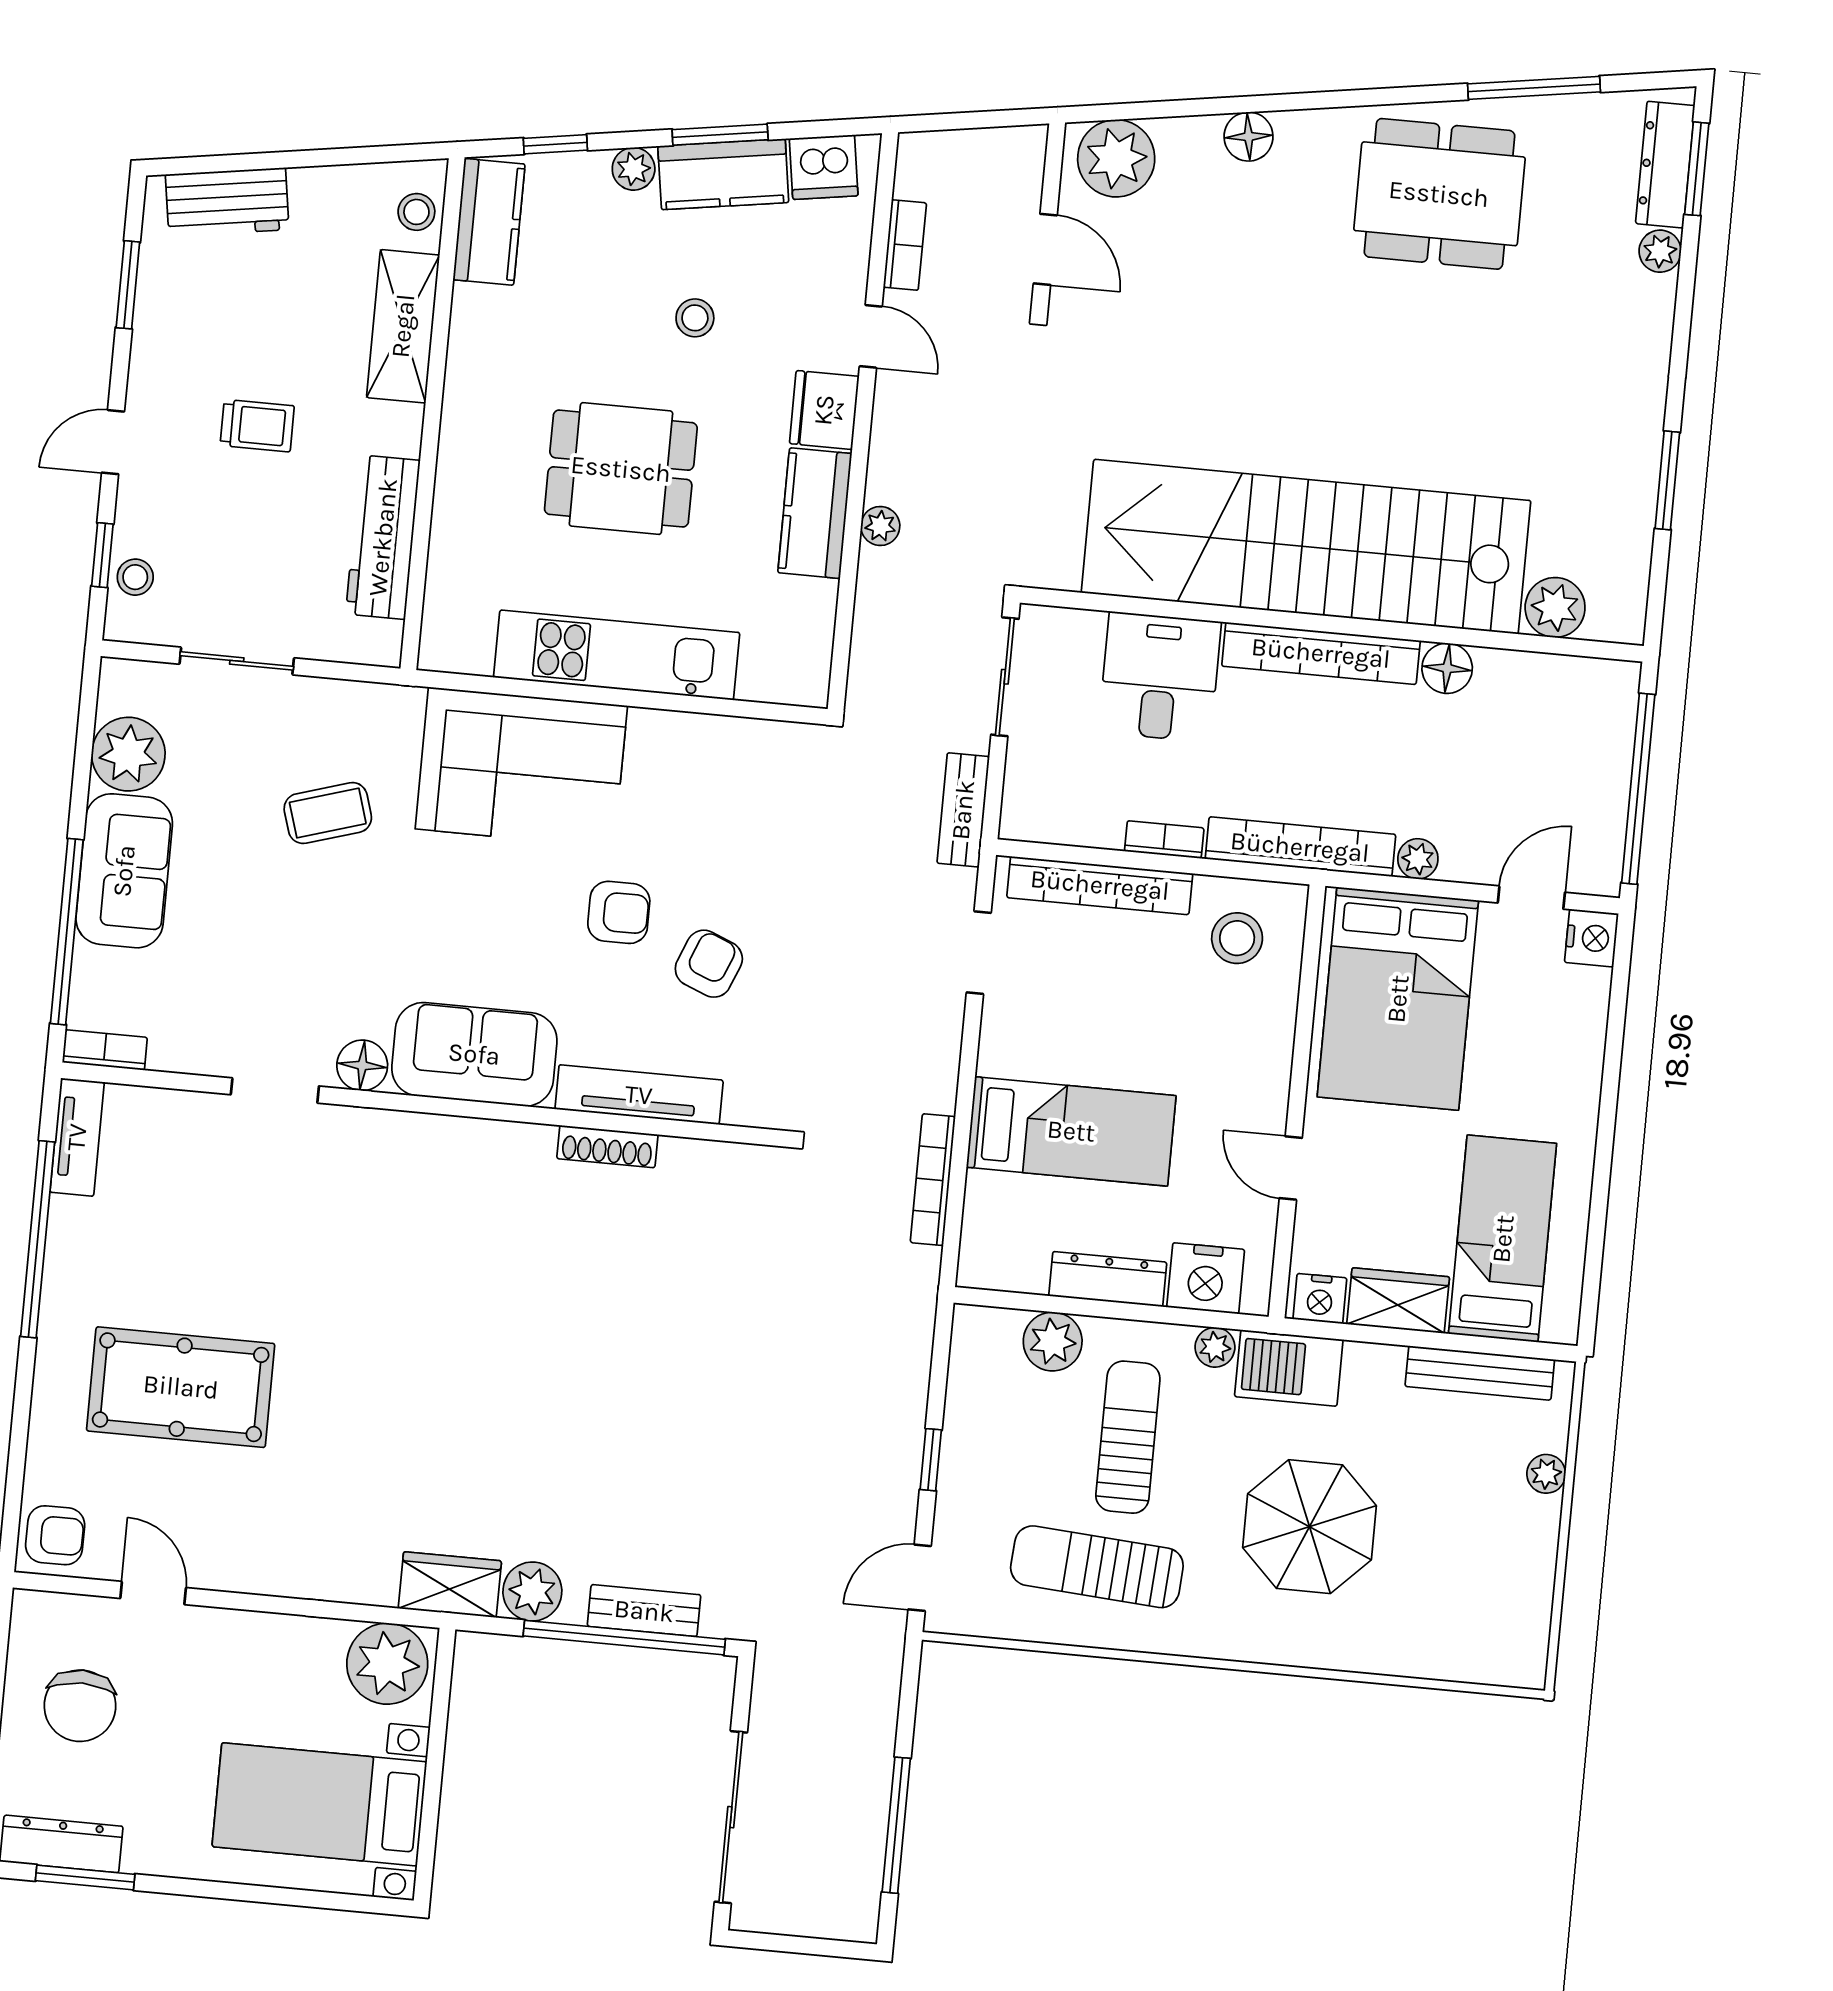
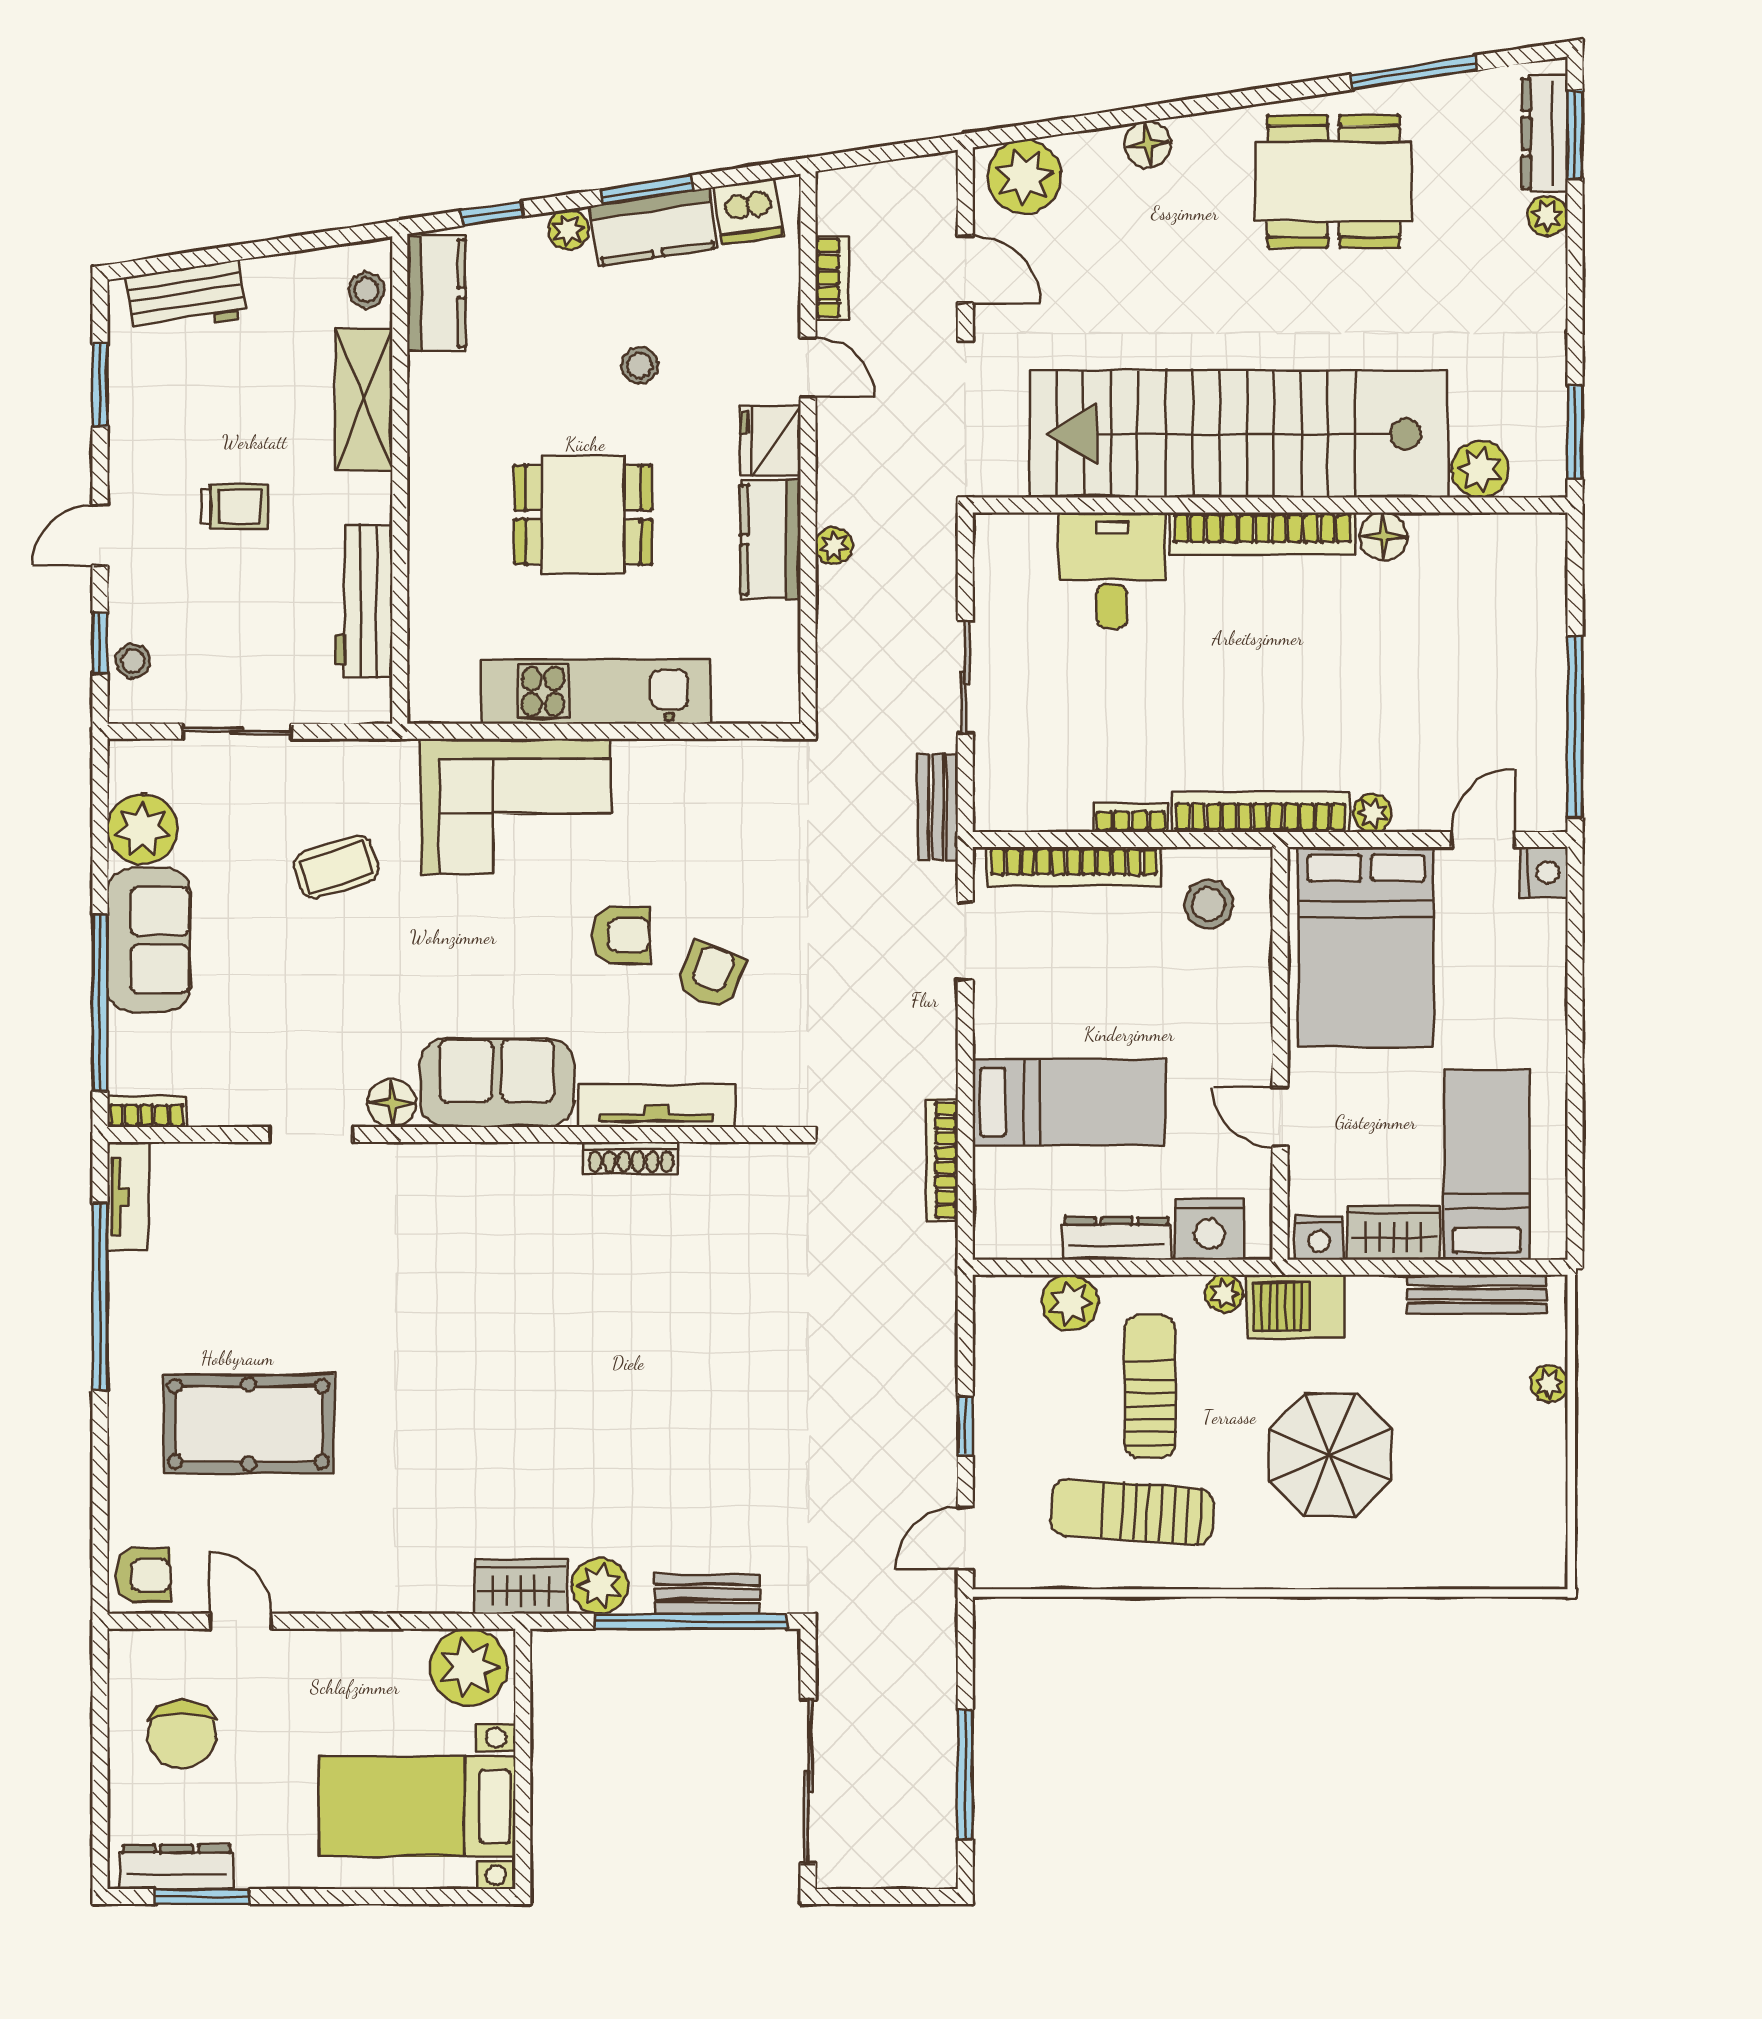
stairs: (1306, 547) -> (1239, 434), moved
plant: (1555, 607) -> (1480, 469), moved
wall: (1332, 624) -> (1270, 505), moved
bookcase: (1321, 653) -> (1262, 534), moved
floor lamp: (1447, 668) -> (1383, 536), moved
desk: (1160, 677) -> (1112, 570), moved

